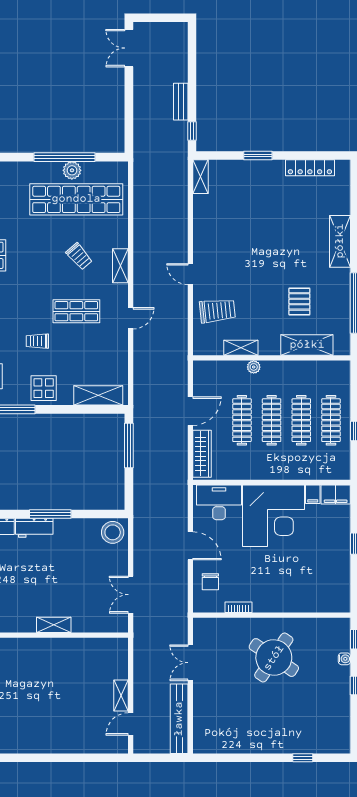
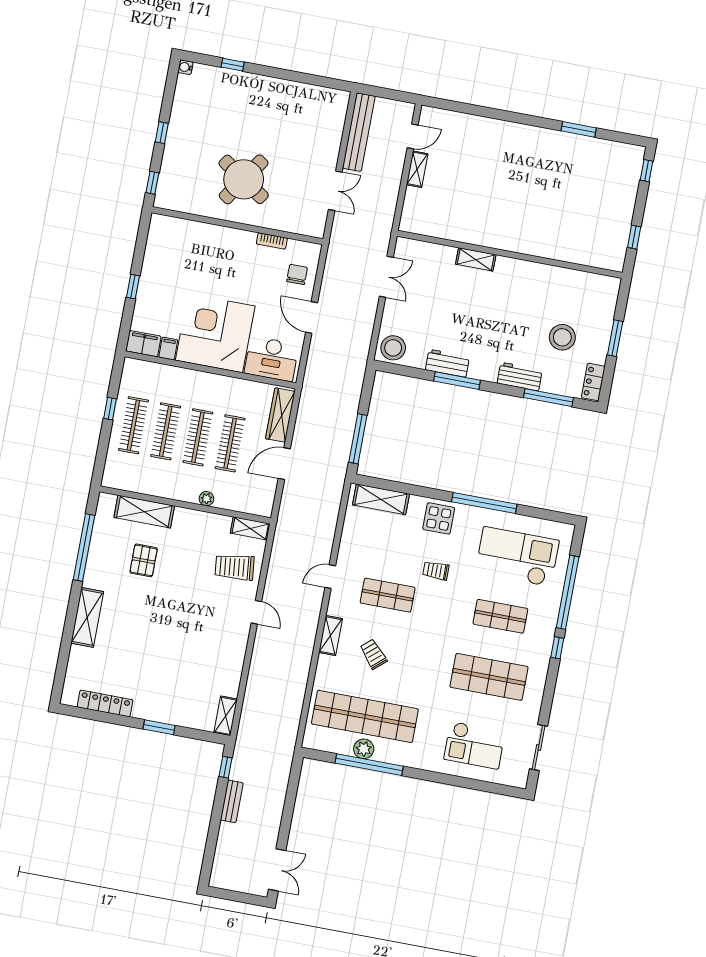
trolley: (37, 341) -> (436, 571), turned 180
shelving: (241, 348) -> (250, 528), moved
workbench: (34, 528) -> (447, 363), moved
water cooler: (344, 659) -> (185, 67), moved

